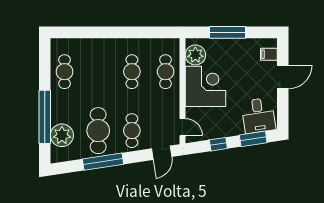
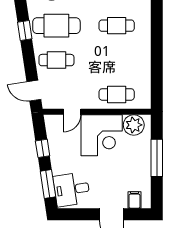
cafe table: (132, 72) -> (117, 26), moved
door: (182, 127) -> (72, 112), moved
window: (103, 162) -> (25, 31), width x0.46

